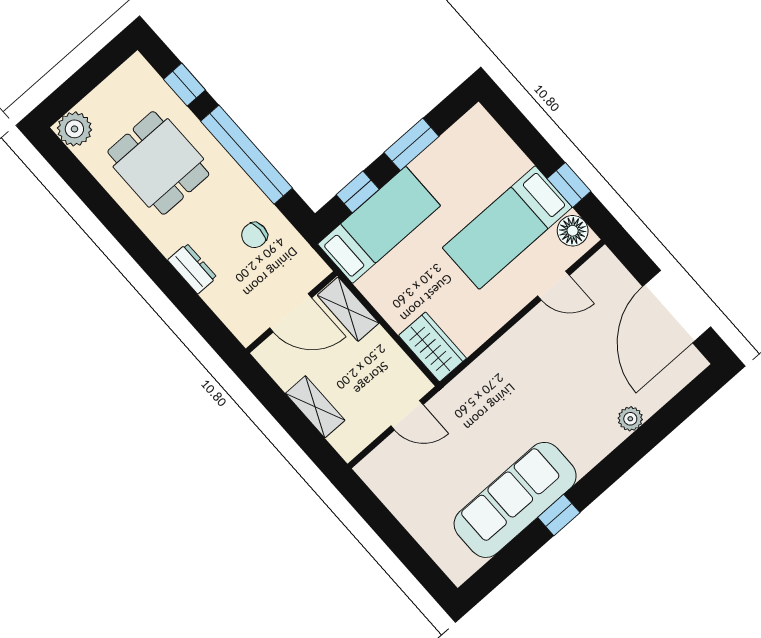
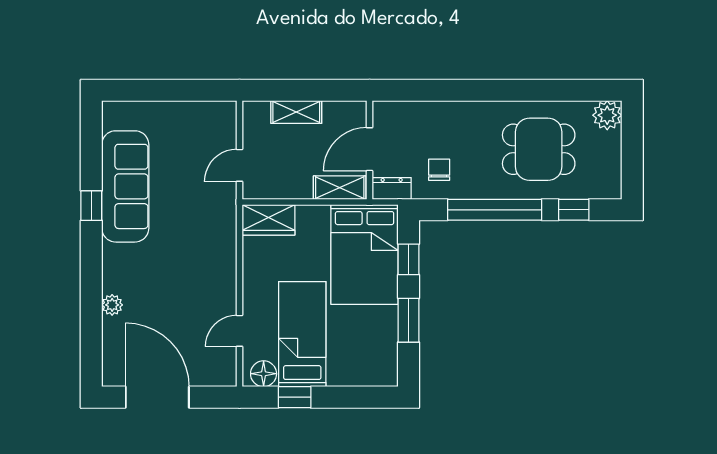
bed: (379, 225) -> (365, 254), width x1.50
dresser: (192, 269) -> (392, 188), moved, turned 180

